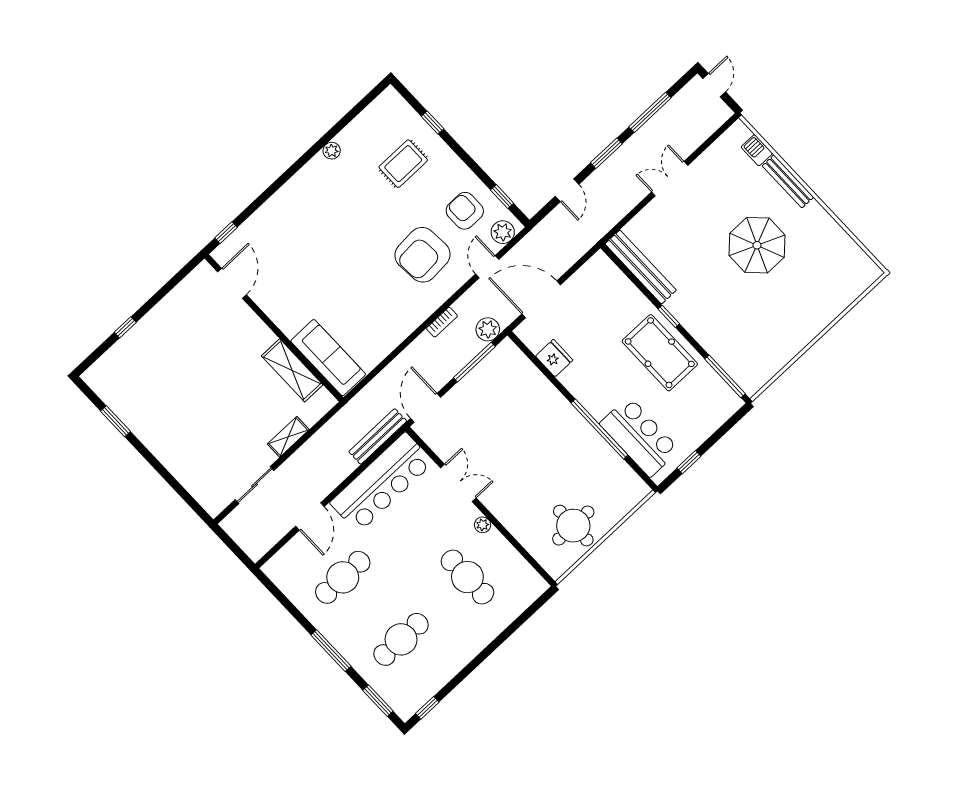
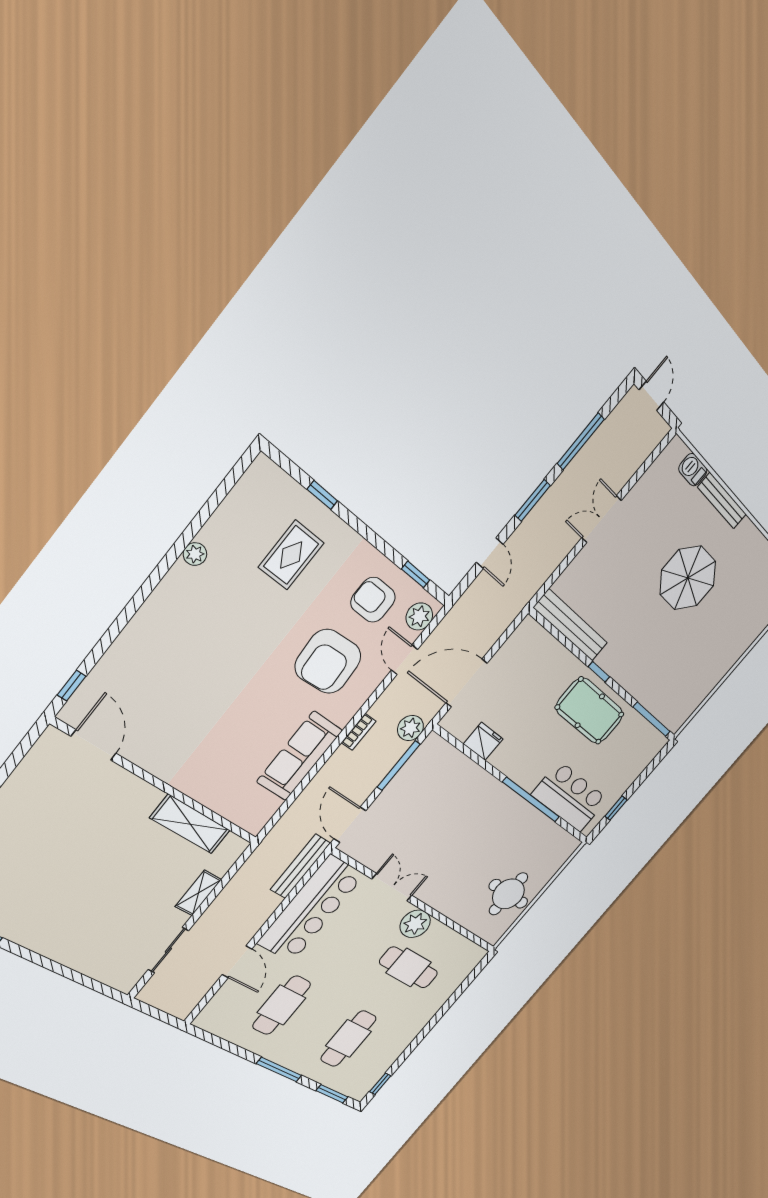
sofa: (328, 358) -> (300, 756), moved, turned -90
plant: (483, 525) -> (415, 924), width x1.88, depth x1.88

